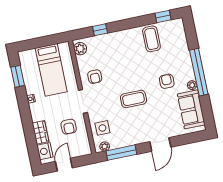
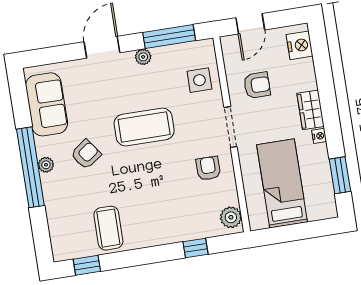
armchair: (167, 81) -> (86, 154), turned -126
plant: (192, 85) -> (46, 165), moved
coffee table: (133, 99) -> (144, 127), width x1.36, depth x1.32
armchair: (69, 127) -> (257, 85), turned 90
wardrobe: (41, 132) -> (311, 110), moved
plant: (105, 147) -> (143, 57), moved
door: (64, 165) -> (250, 24), moved

